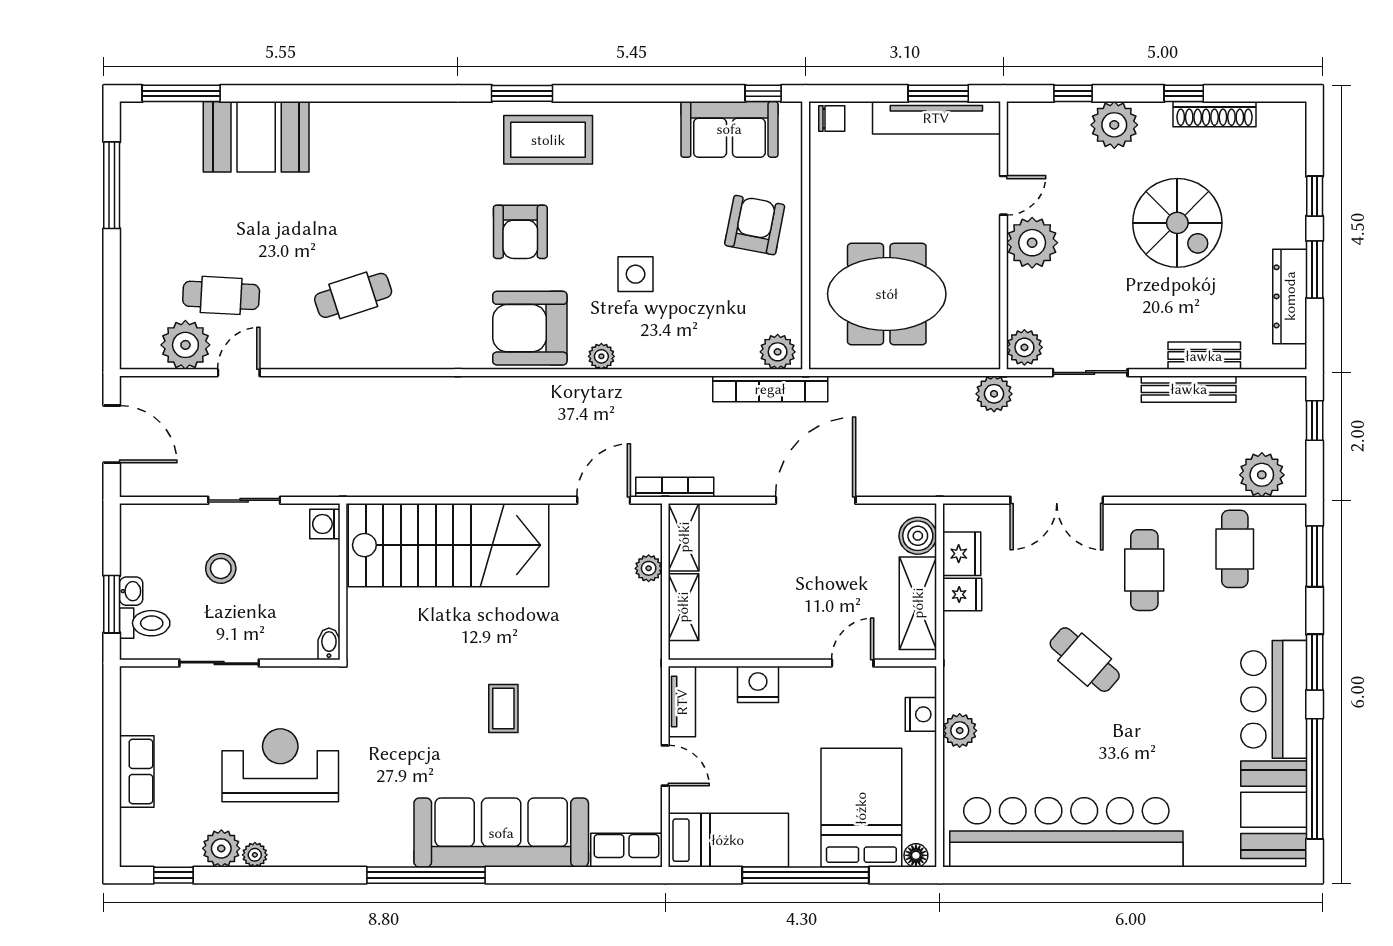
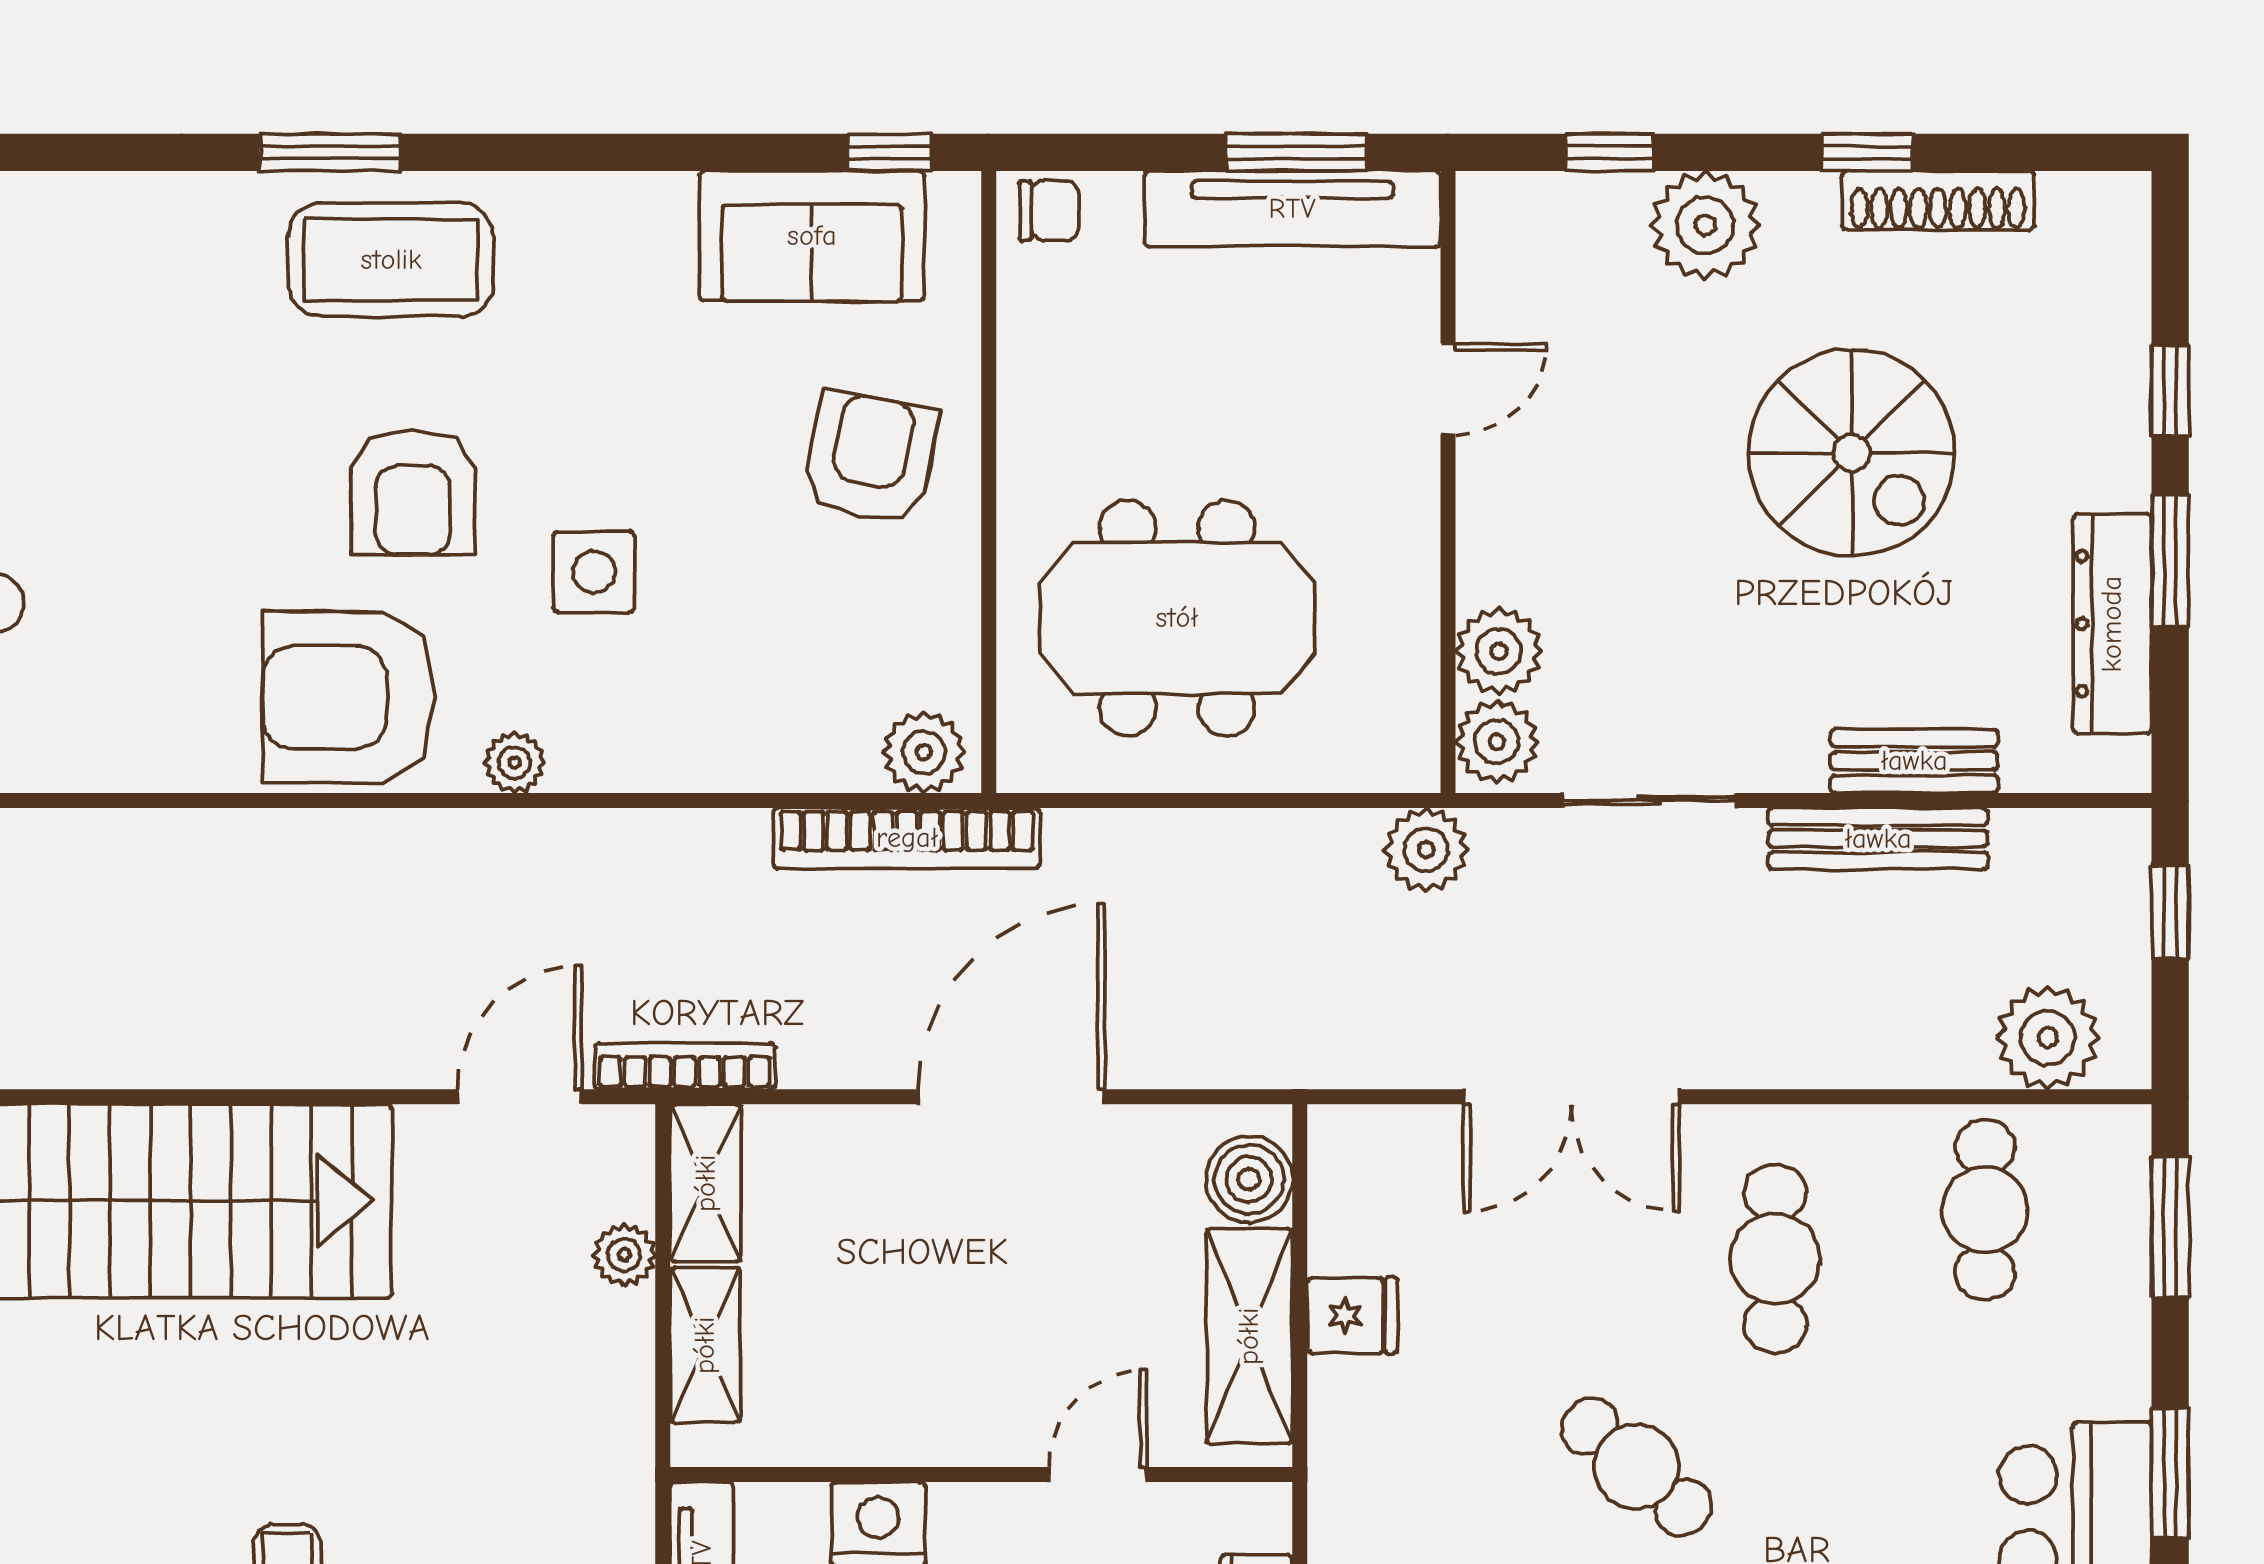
armchair: (520, 232) -> (413, 493), moved
plant: (1032, 243) -> (1499, 651), moved, width x0.73, depth x0.73
fridge: (962, 554) -> (1351, 1221), removed

